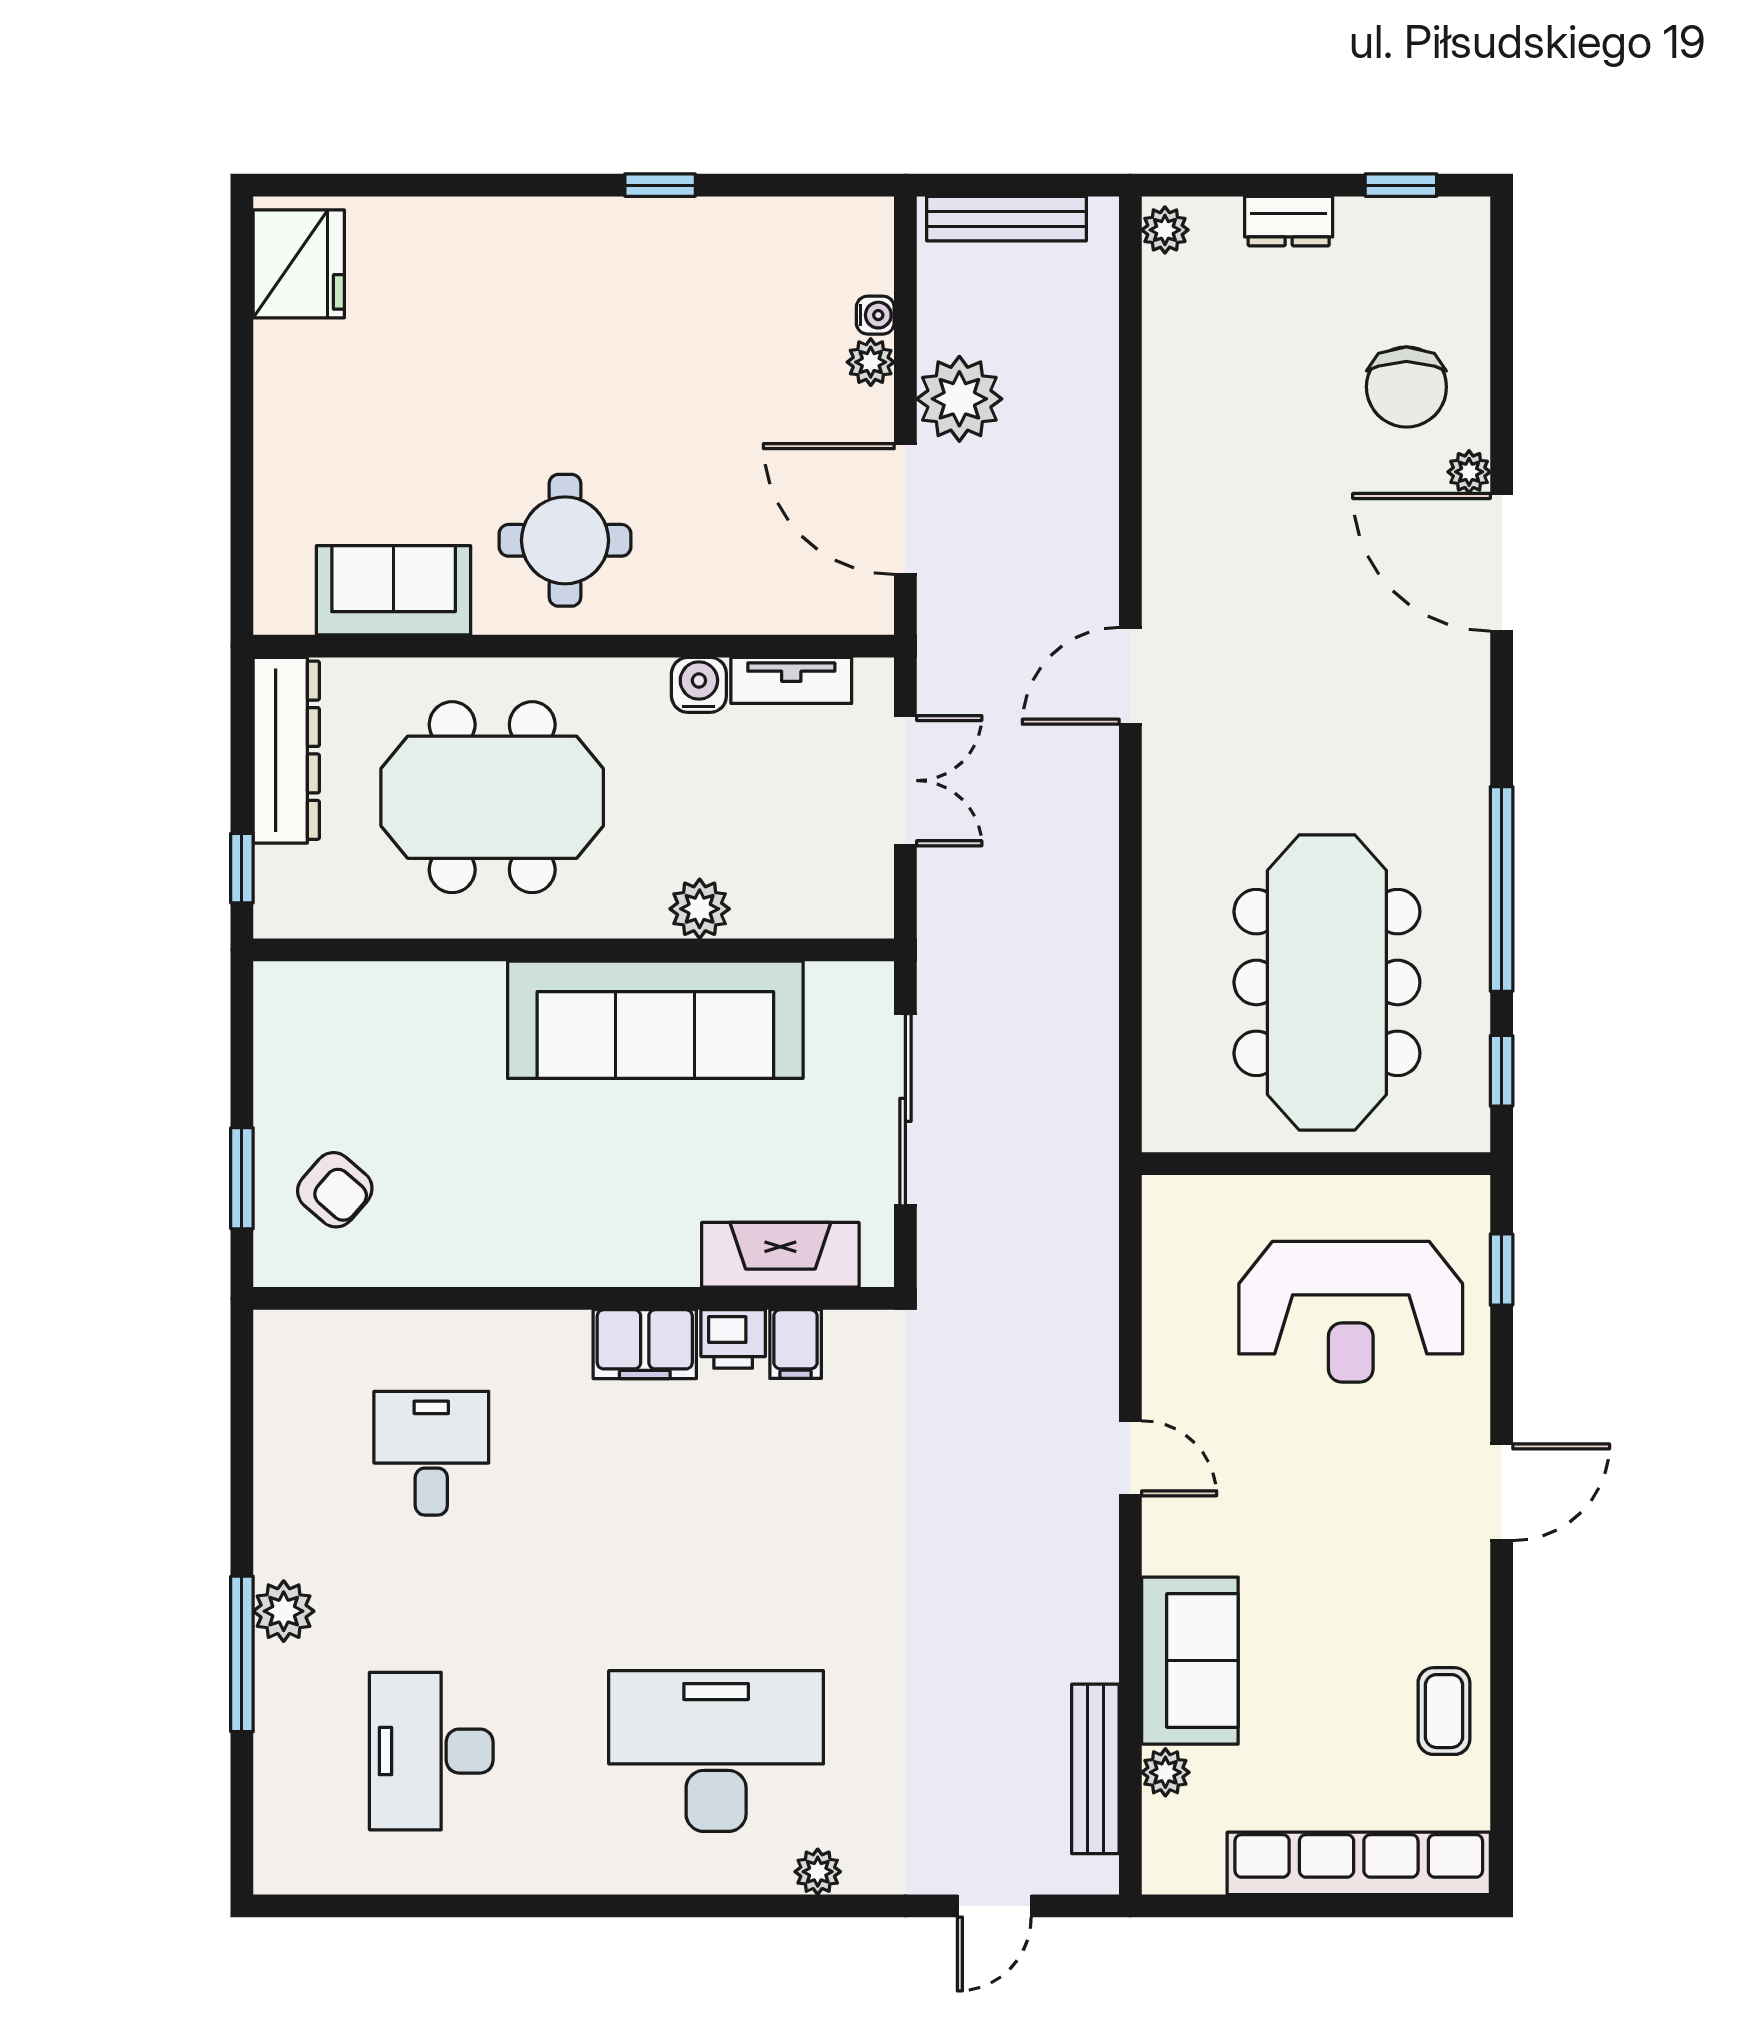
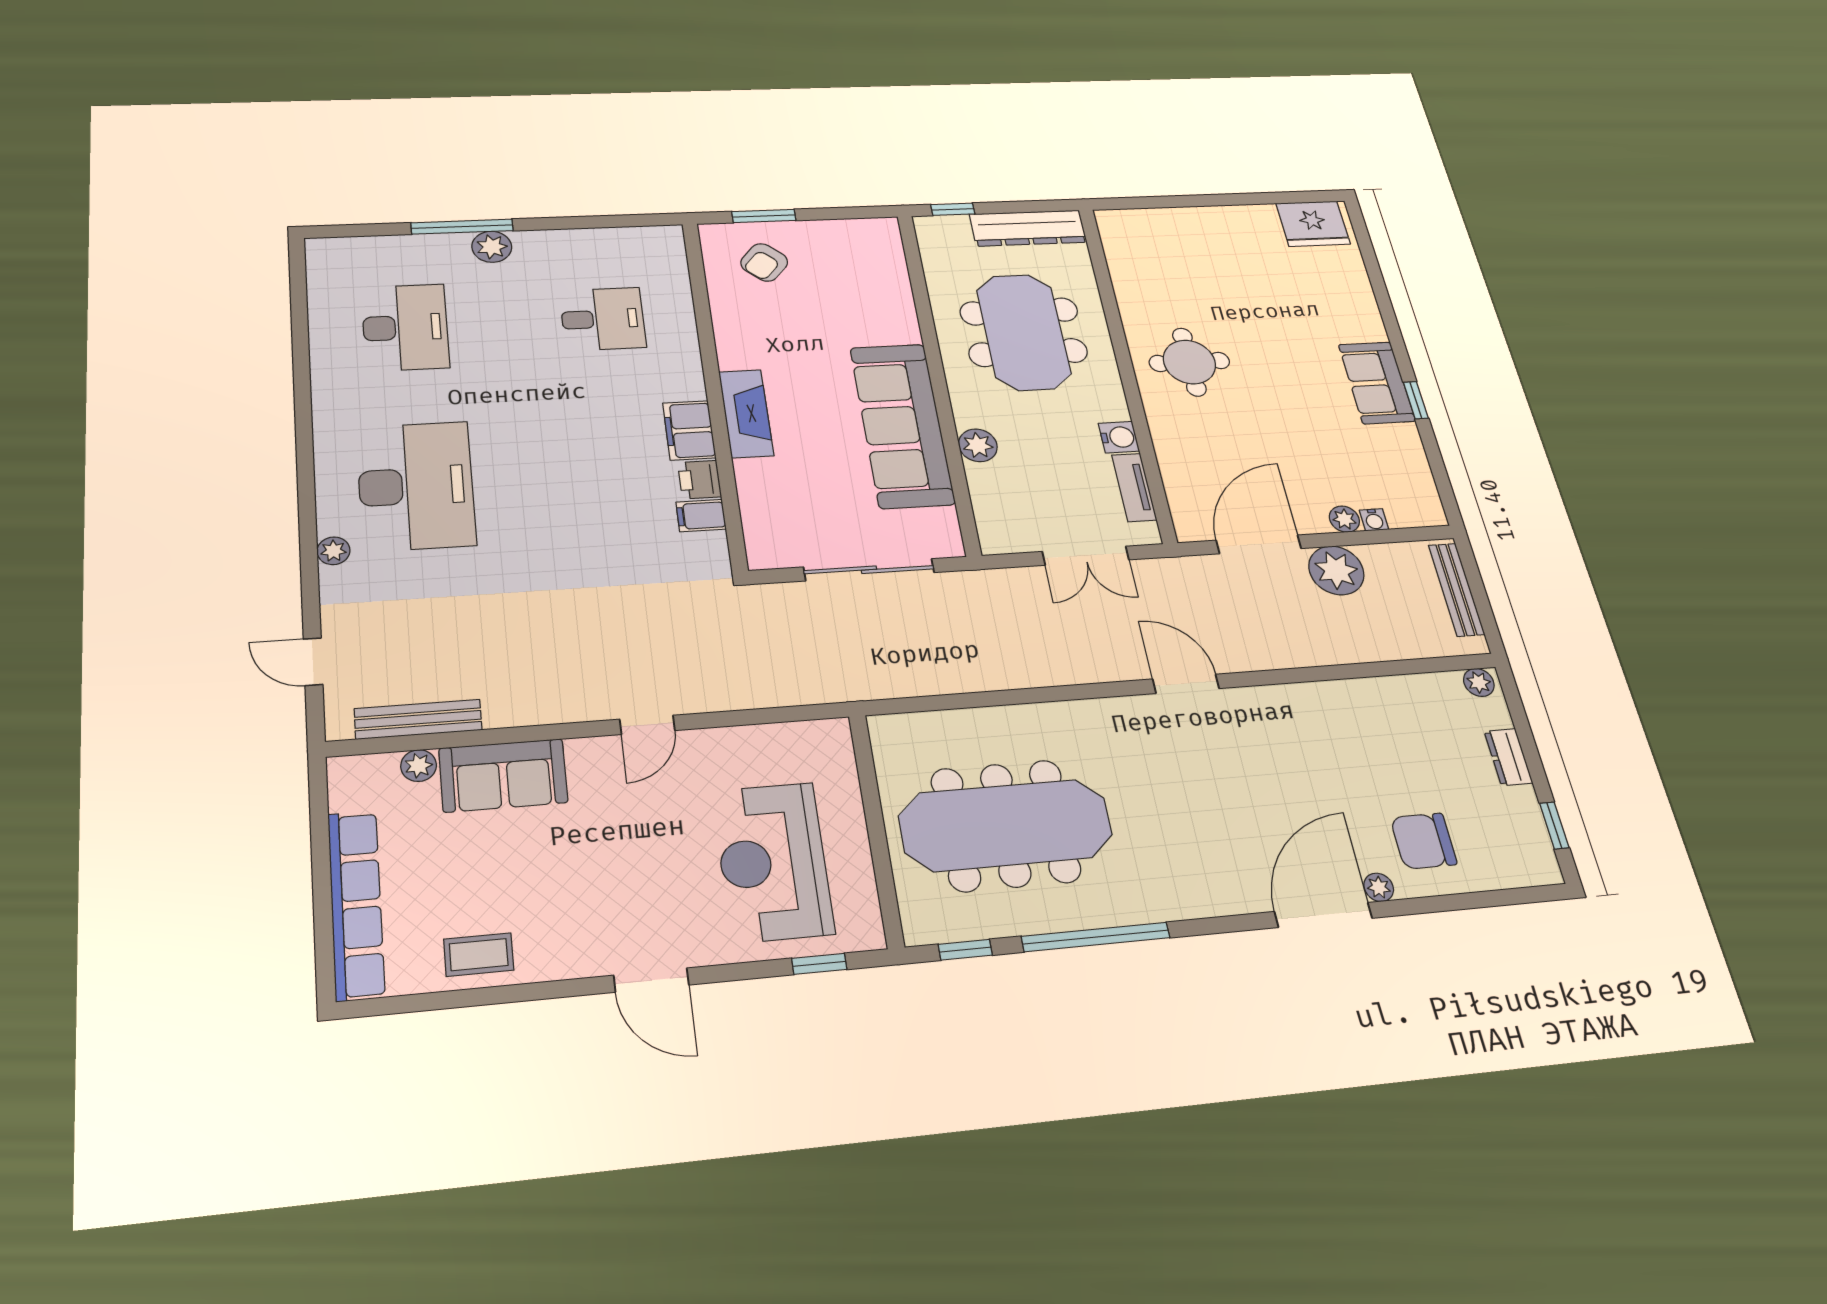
sofa: (394, 590) -> (1377, 383), moved, turned 180
fireplace: (780, 1255) -> (746, 414), moved
desk: (431, 1751) -> (405, 327), turned 90

